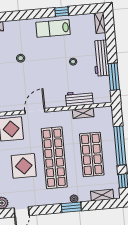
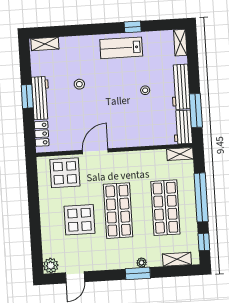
workbench: (79, 99) -> (183, 127), moved, turned -90
shelving: (83, 113) -> (180, 154), moved
shop shelf: (54, 158) -> (118, 211), width x0.71

